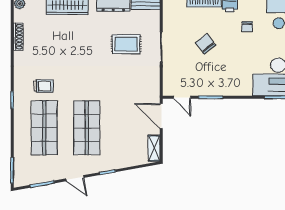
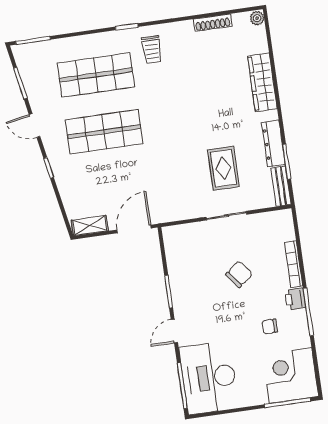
trolley: (43, 86) -> (152, 50), moved
door: (182, 97) -> (174, 331), moved
door: (75, 178) -> (35, 126), hinge flipped

